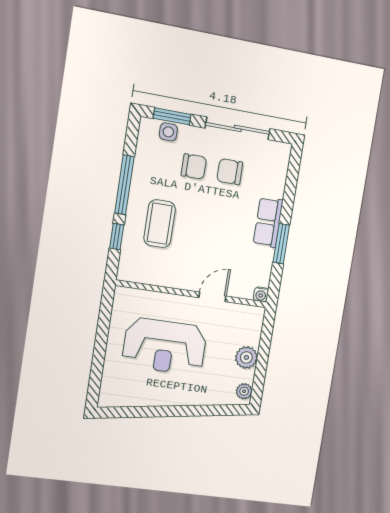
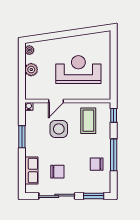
side table: (168, 132) -> (59, 129), moved, width x1.87, depth x1.87
chair: (194, 166) -> (97, 164), moved
row of seats: (268, 222) -> (31, 171), moved
coffee table: (160, 224) -> (88, 121), moved
window: (117, 237) -> (114, 115), moved

